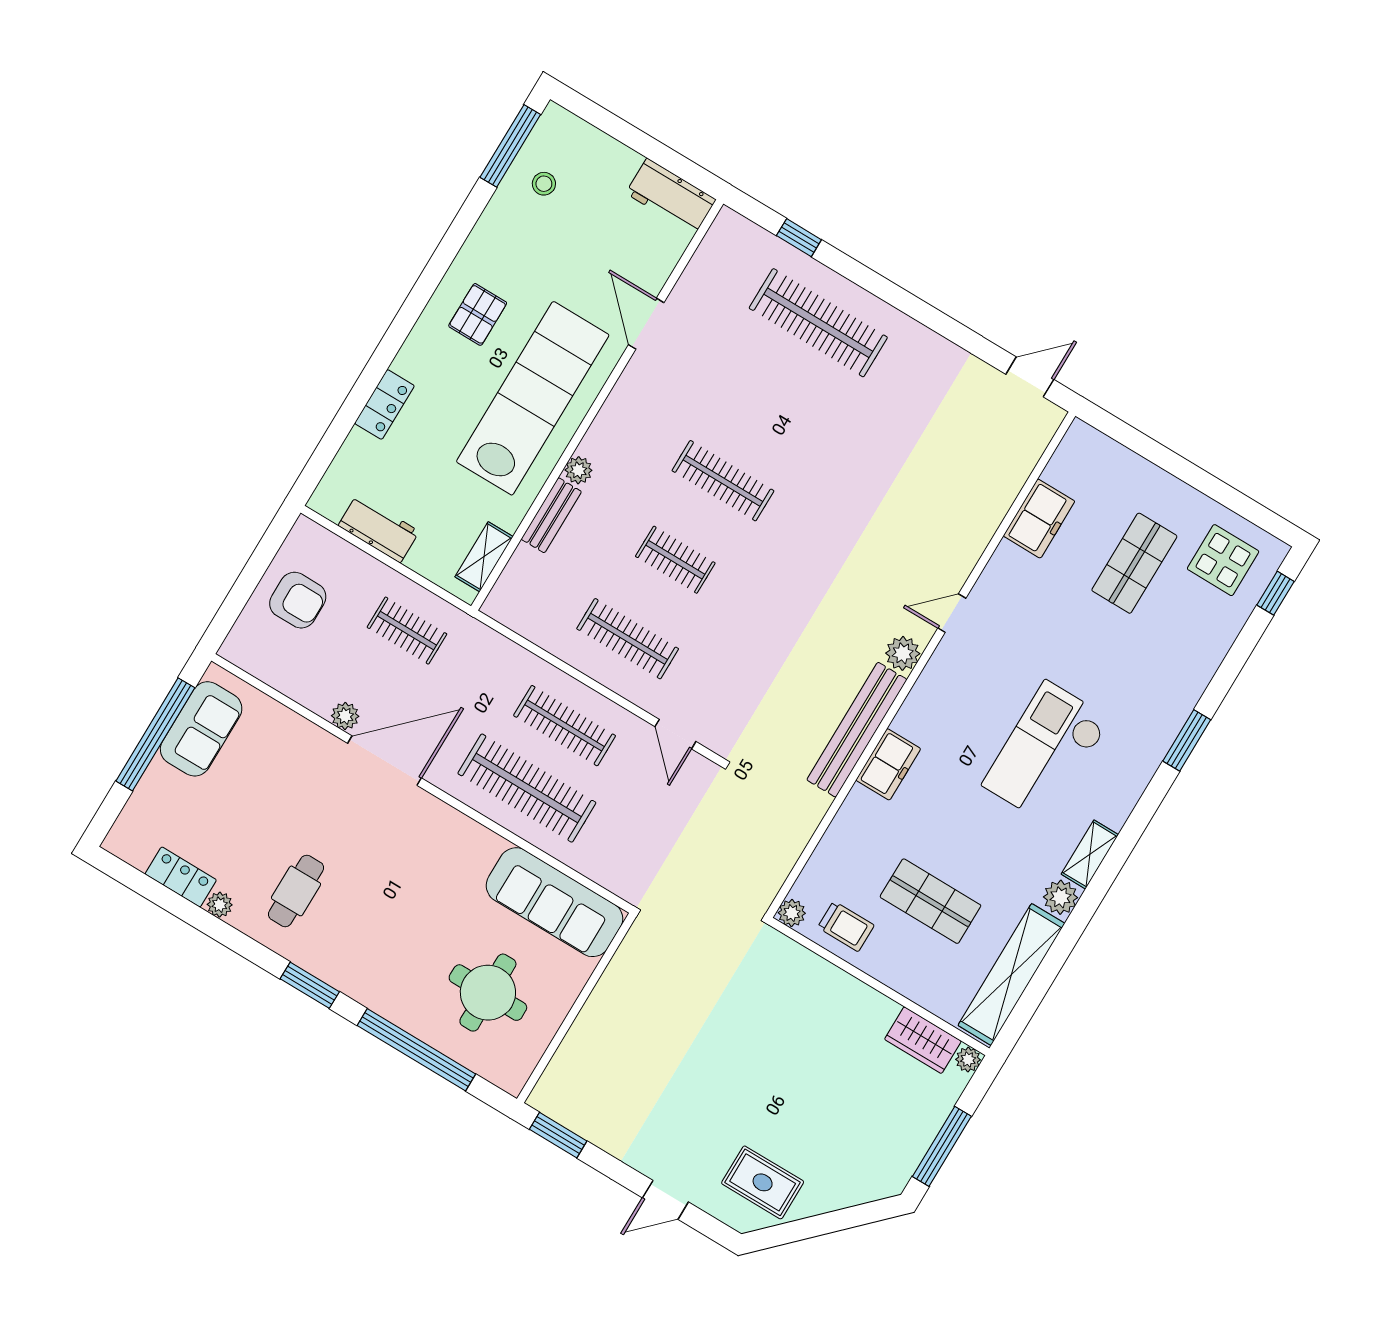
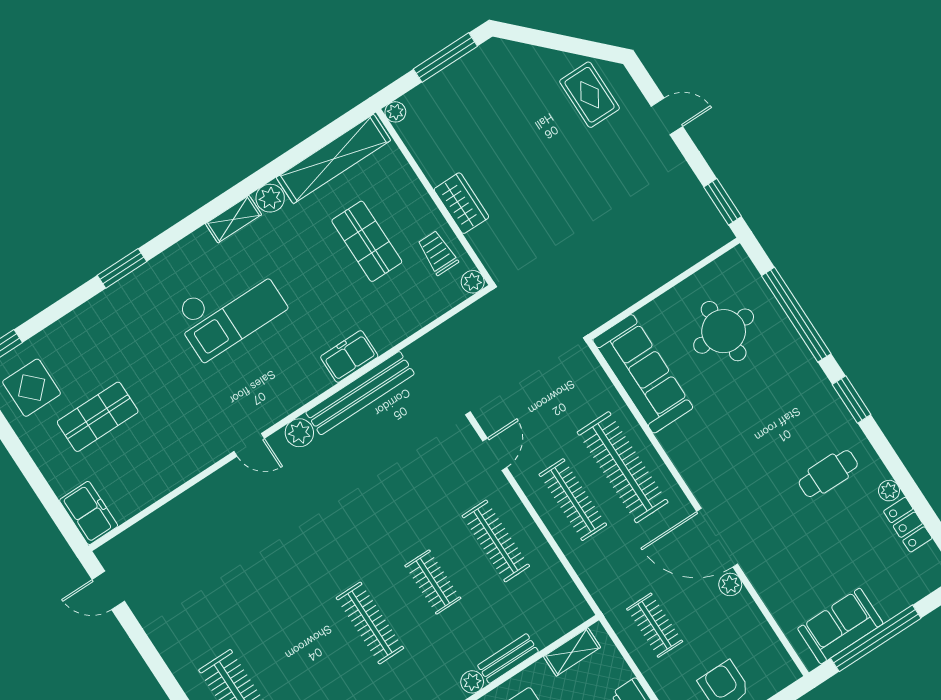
freezer: (1039, 519) -> (89, 513), moved, turned 90
wardrobe: (923, 1040) -> (461, 203), moved

